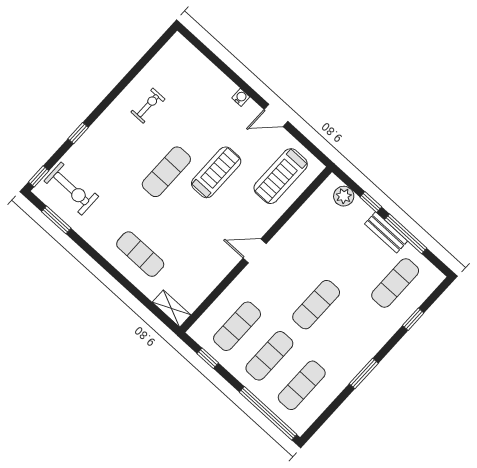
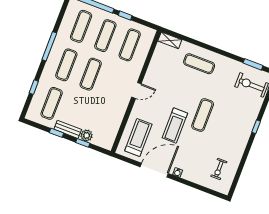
exercise bike: (148, 106) -> (219, 169), moved
door: (276, 115) -> (154, 170), width x1.87
window: (78, 133) -> (256, 127), moved
plant: (344, 196) -> (87, 135), moved
window: (406, 234) -> (57, 133), width x0.46
exercise mat: (348, 334) -> (66, 65), added
window: (208, 358) -> (125, 15), moved
window: (364, 374) -> (49, 46), width x1.44

